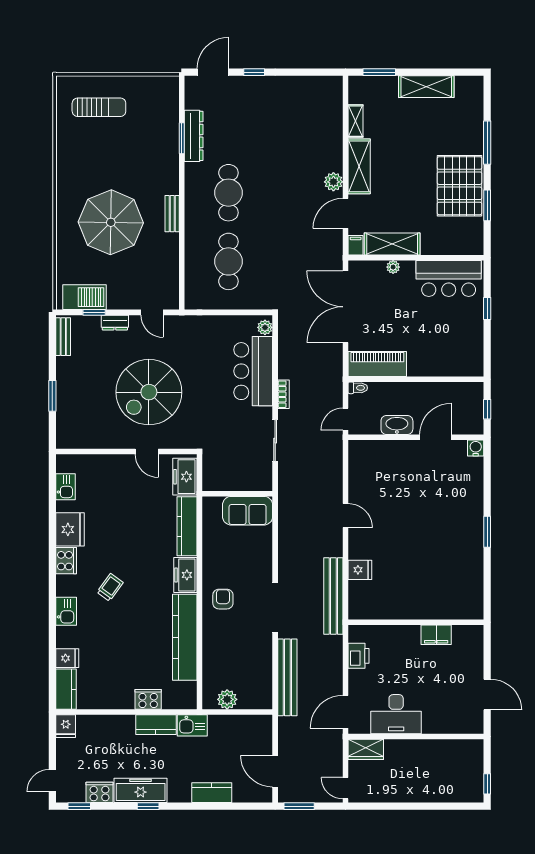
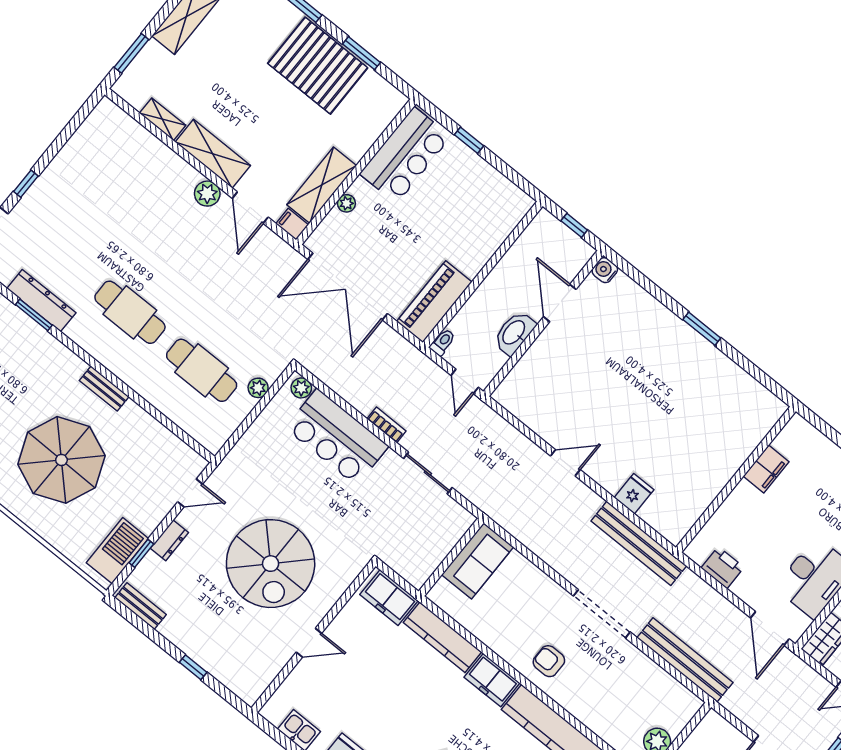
plant: (245, 302) -> (258, 388), added
window: (52, 396) -> (193, 667), width x0.67
door: (147, 451) -> (309, 643), moved

